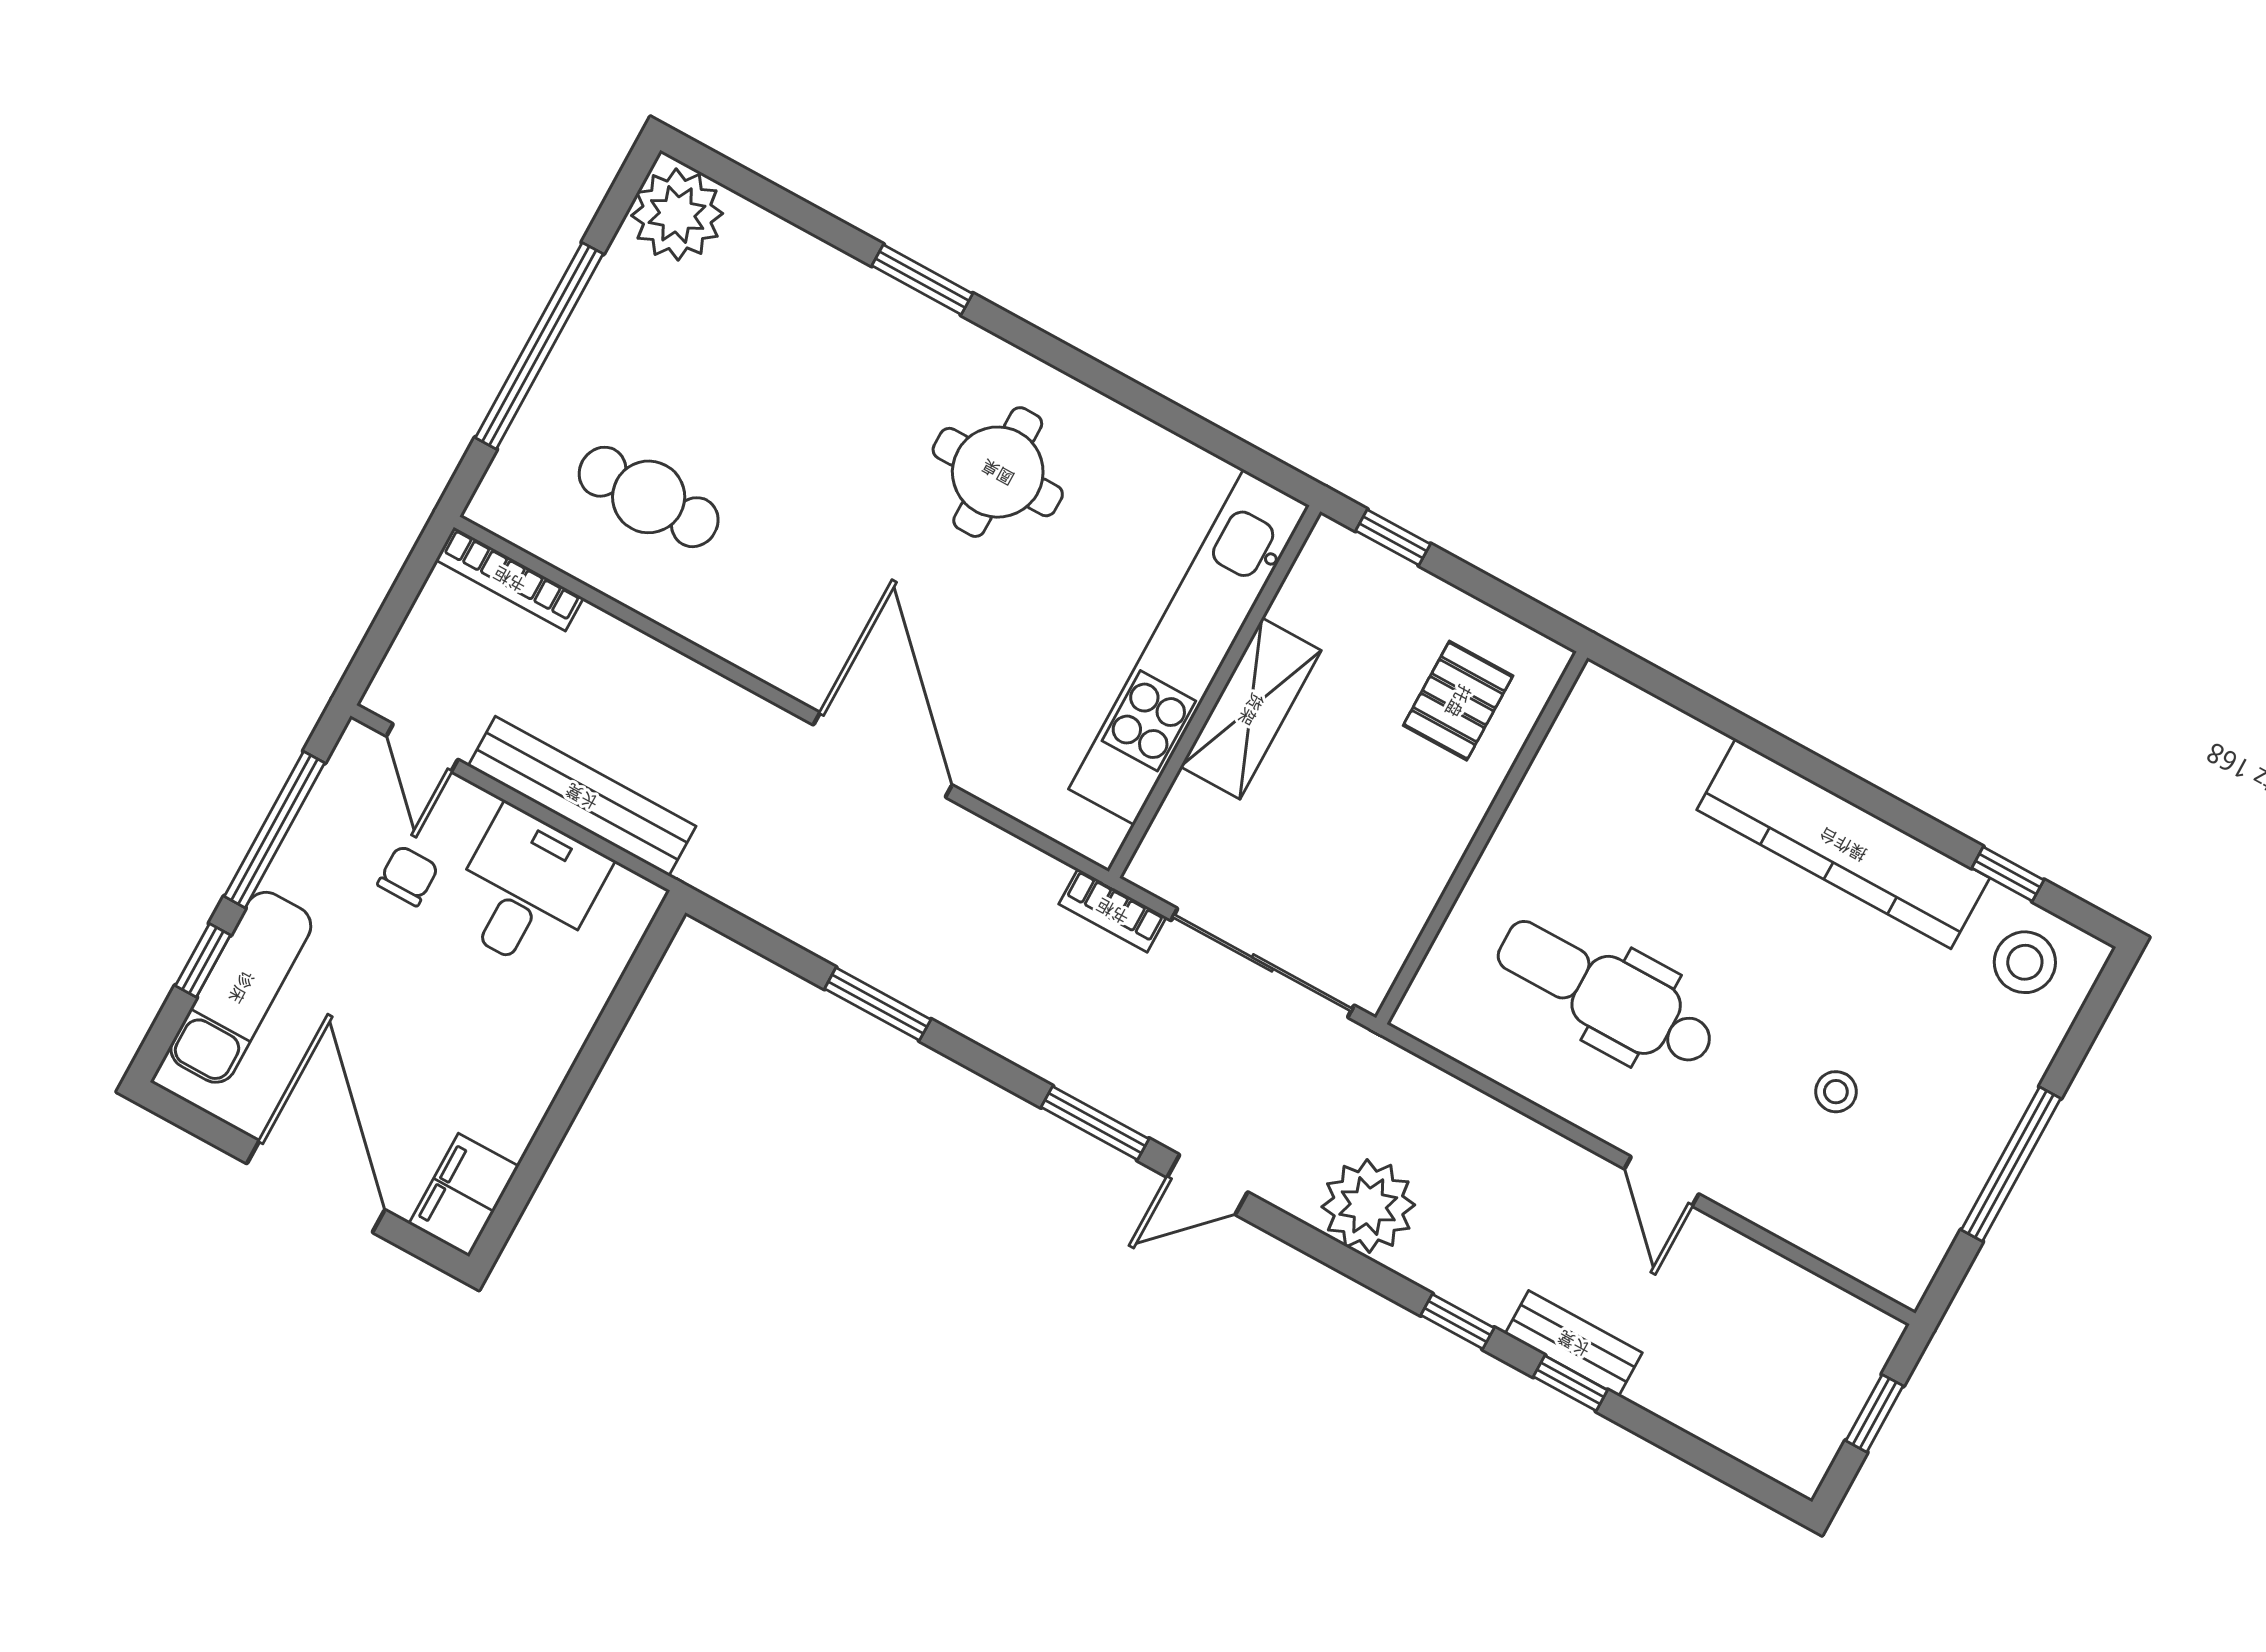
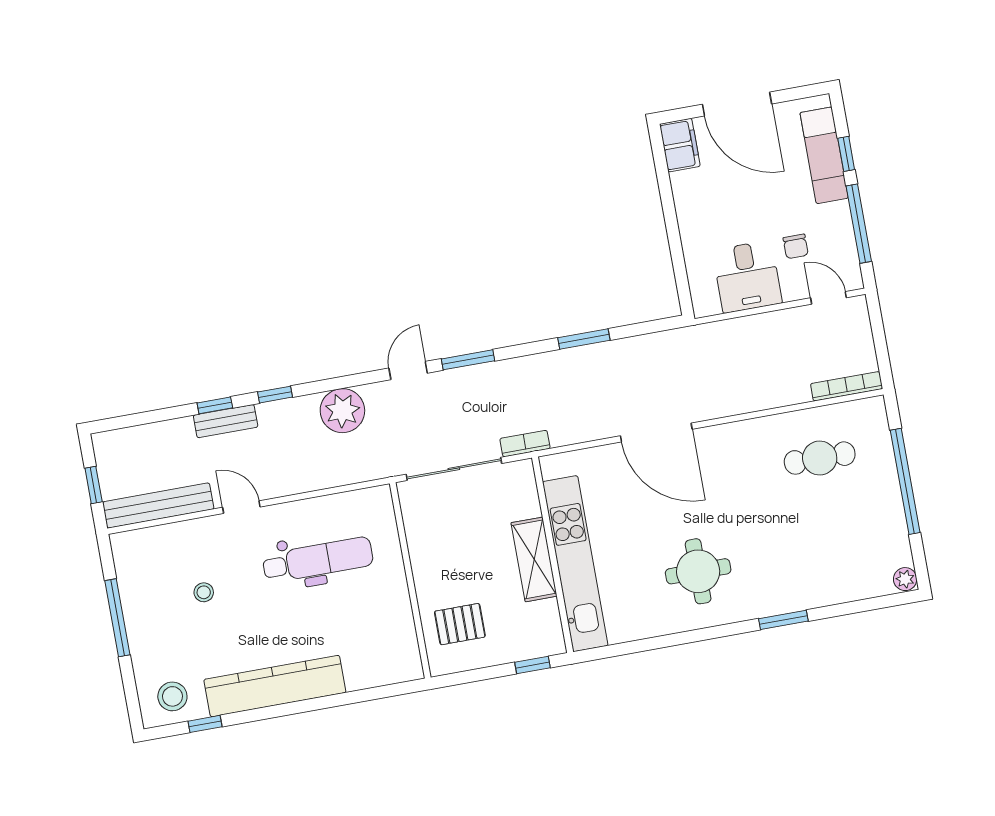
plant: (677, 214) -> (905, 579), width x0.53, depth x0.53
pallet: (1458, 701) -> (460, 624), turned 90
bench: (582, 796) -> (158, 506), moved

